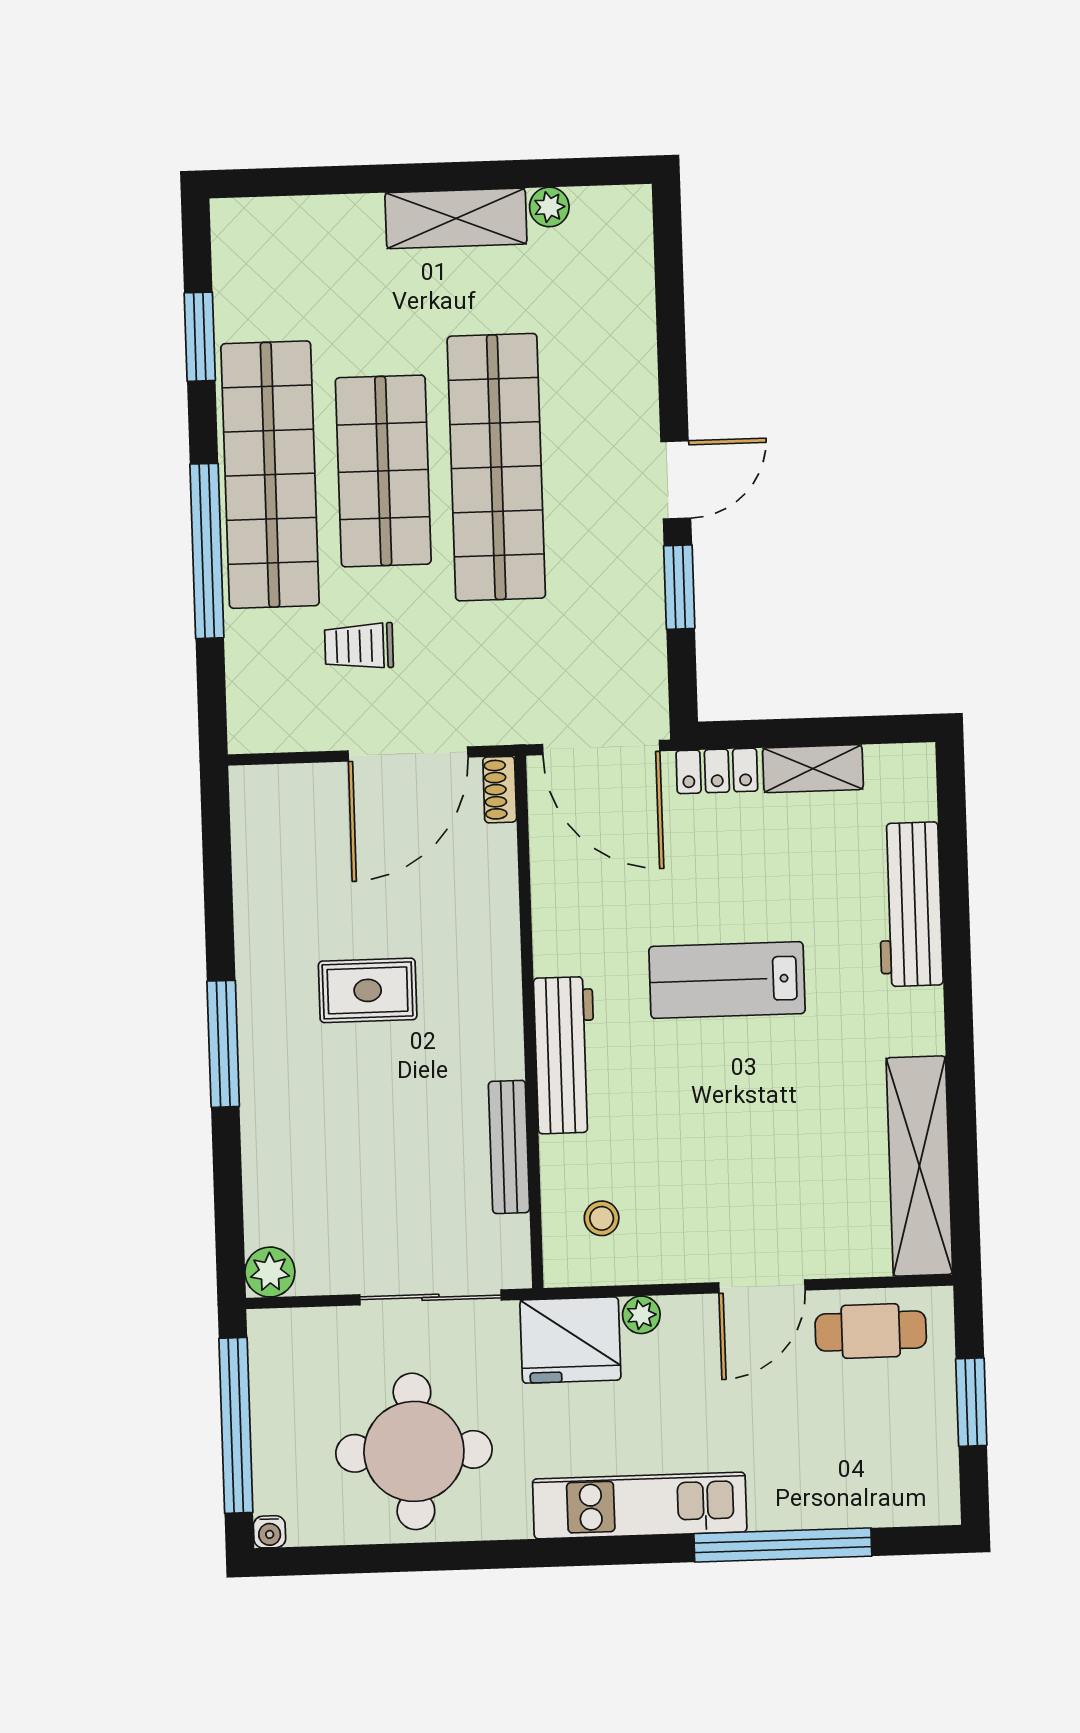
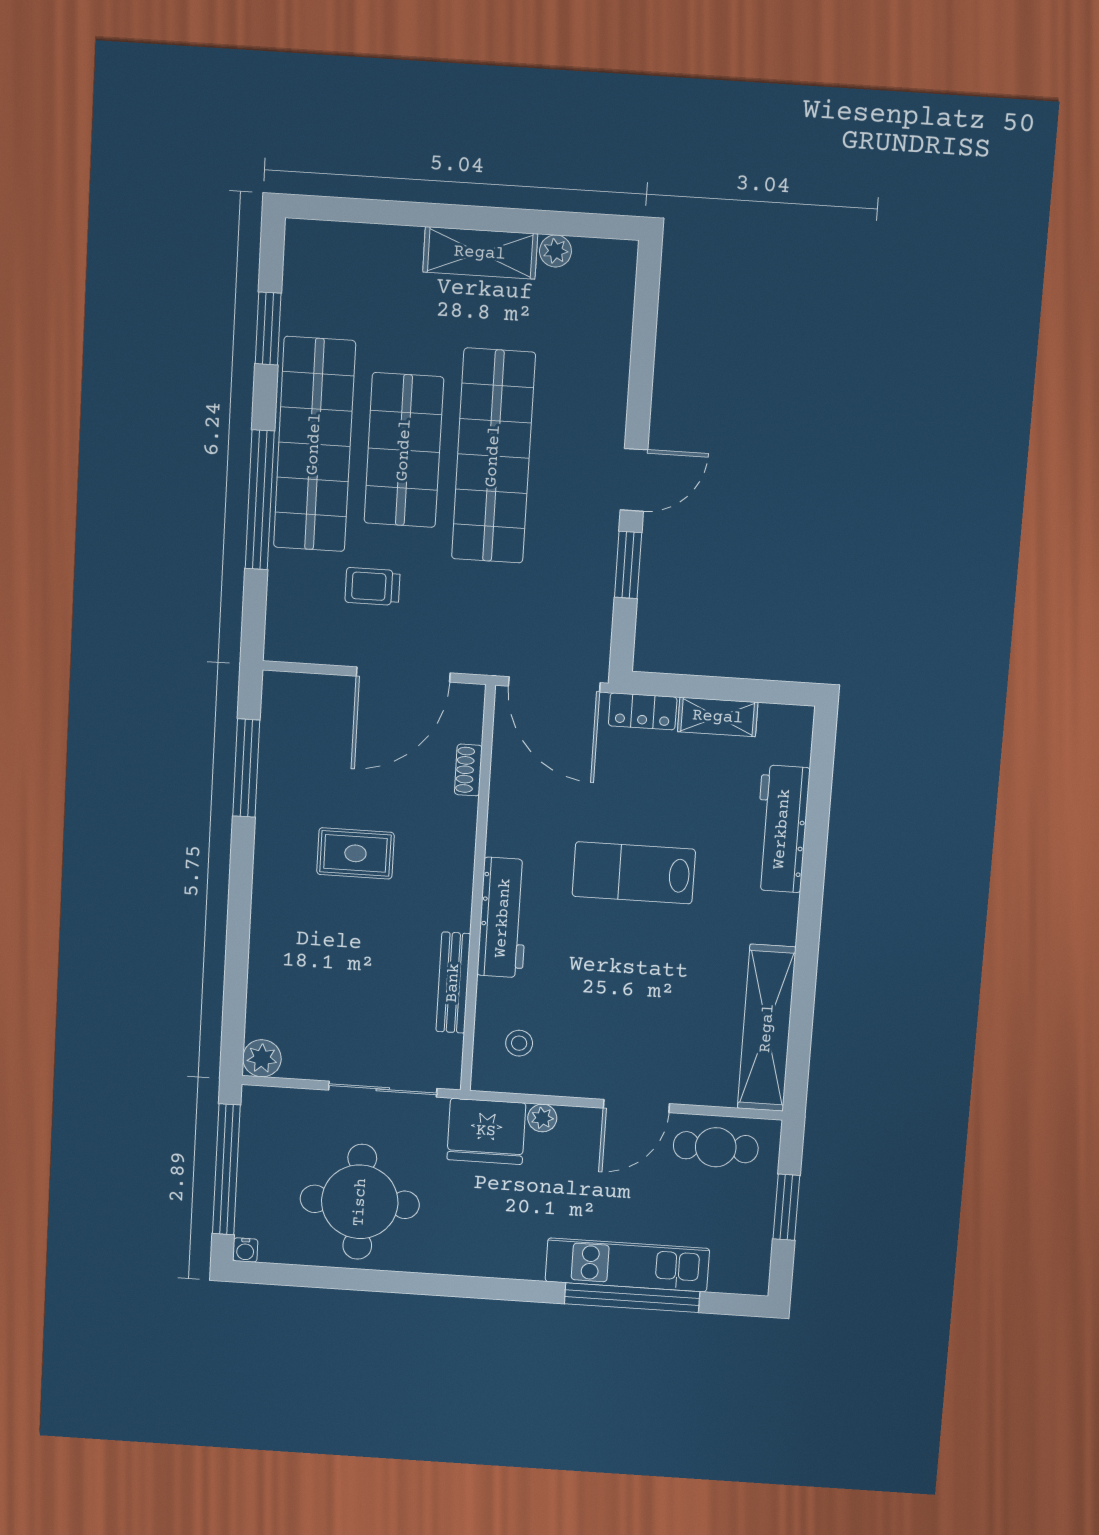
shoe rack: (500, 790) -> (468, 770), moved
window: (223, 1044) -> (246, 768), moved
kitchen unit: (640, 1506) -> (627, 1265), moved

